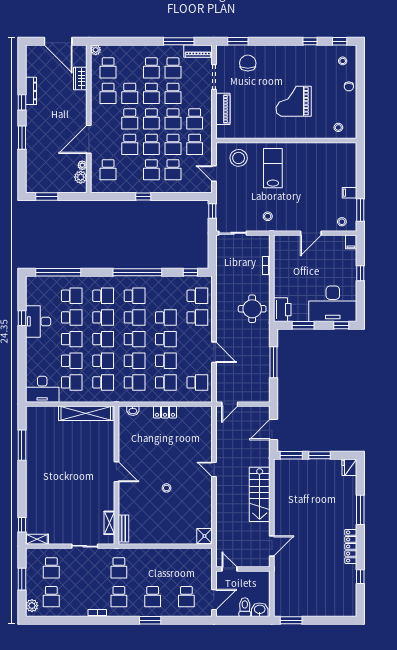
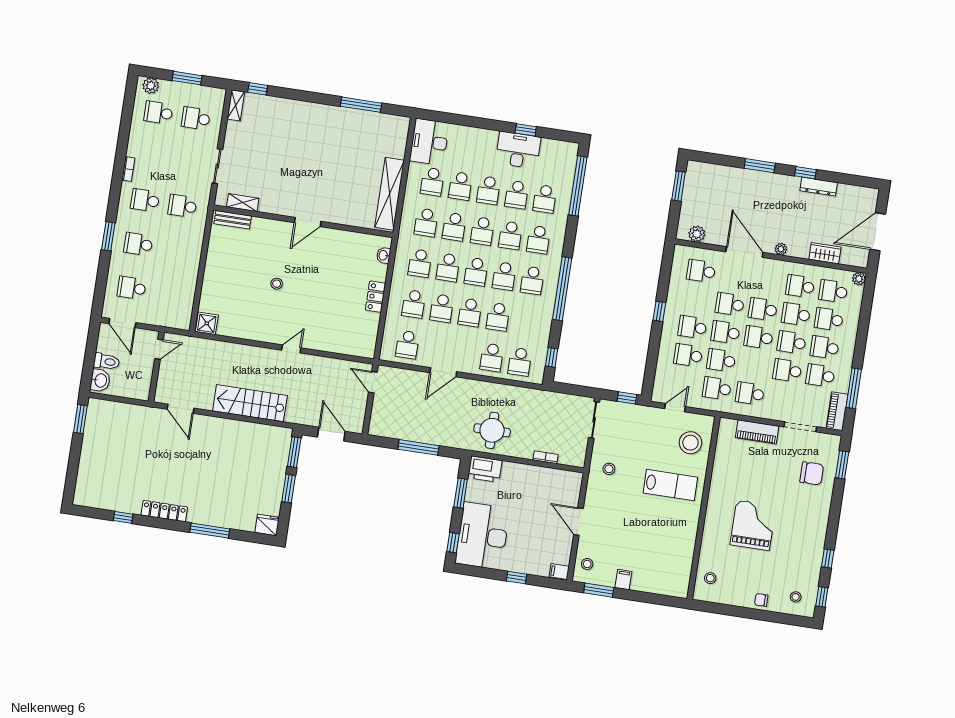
school desk: (173, 119) -> (829, 319), moved
plant: (82, 165) -> (781, 249), moved

